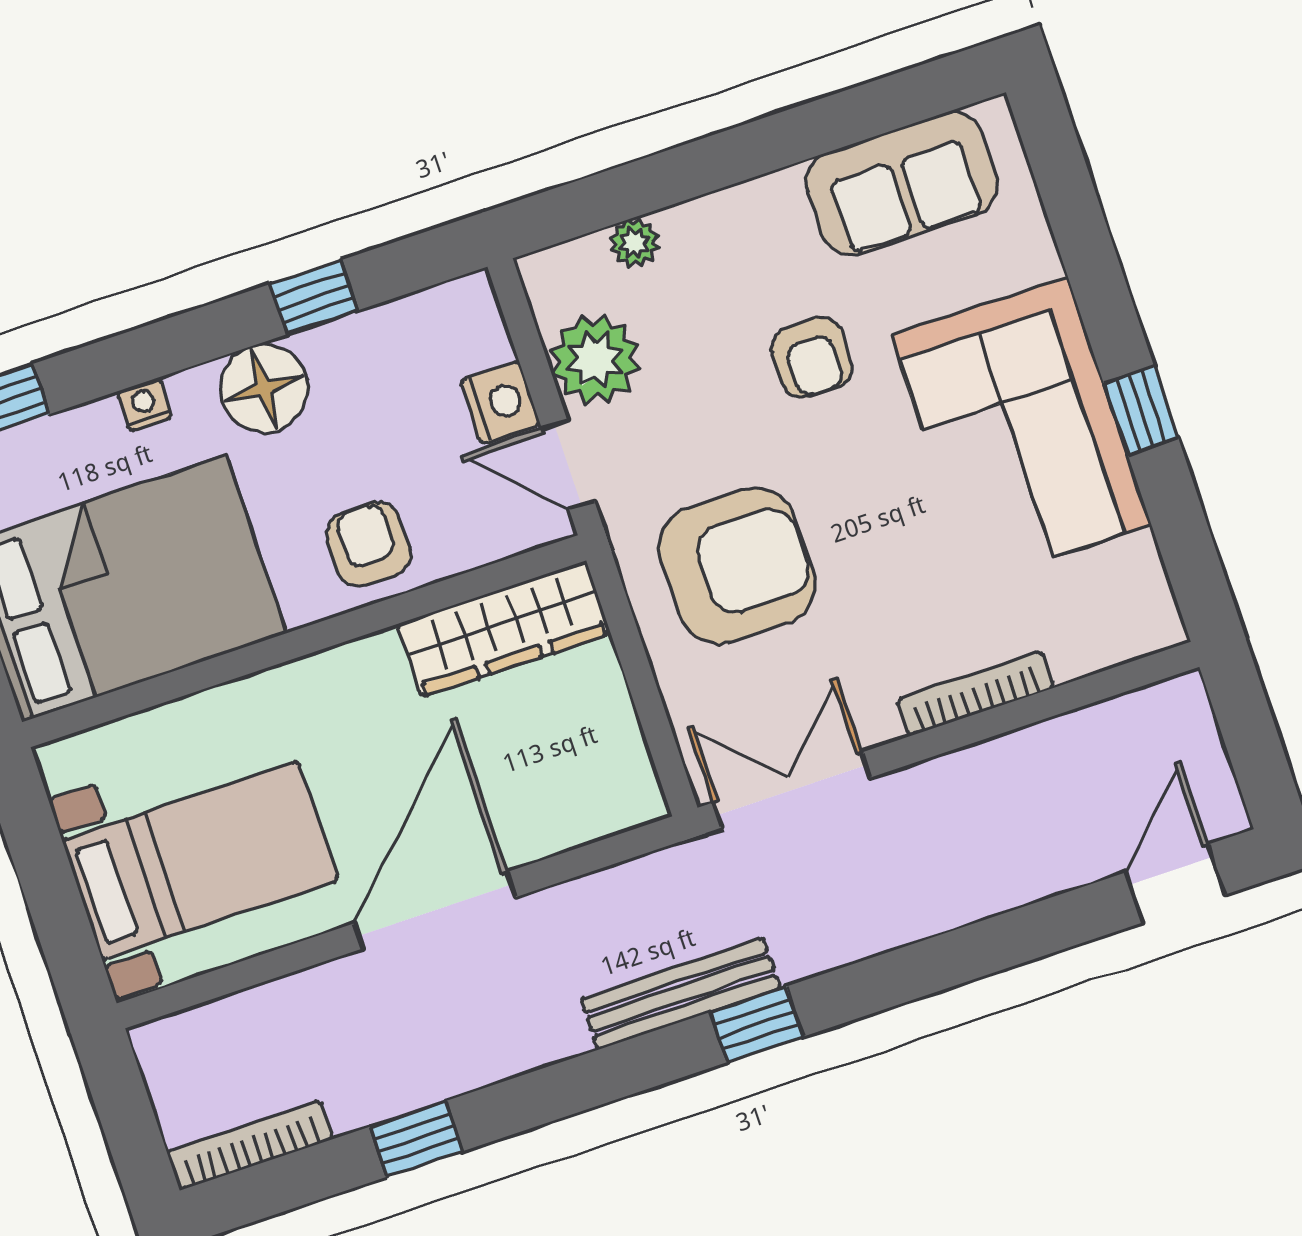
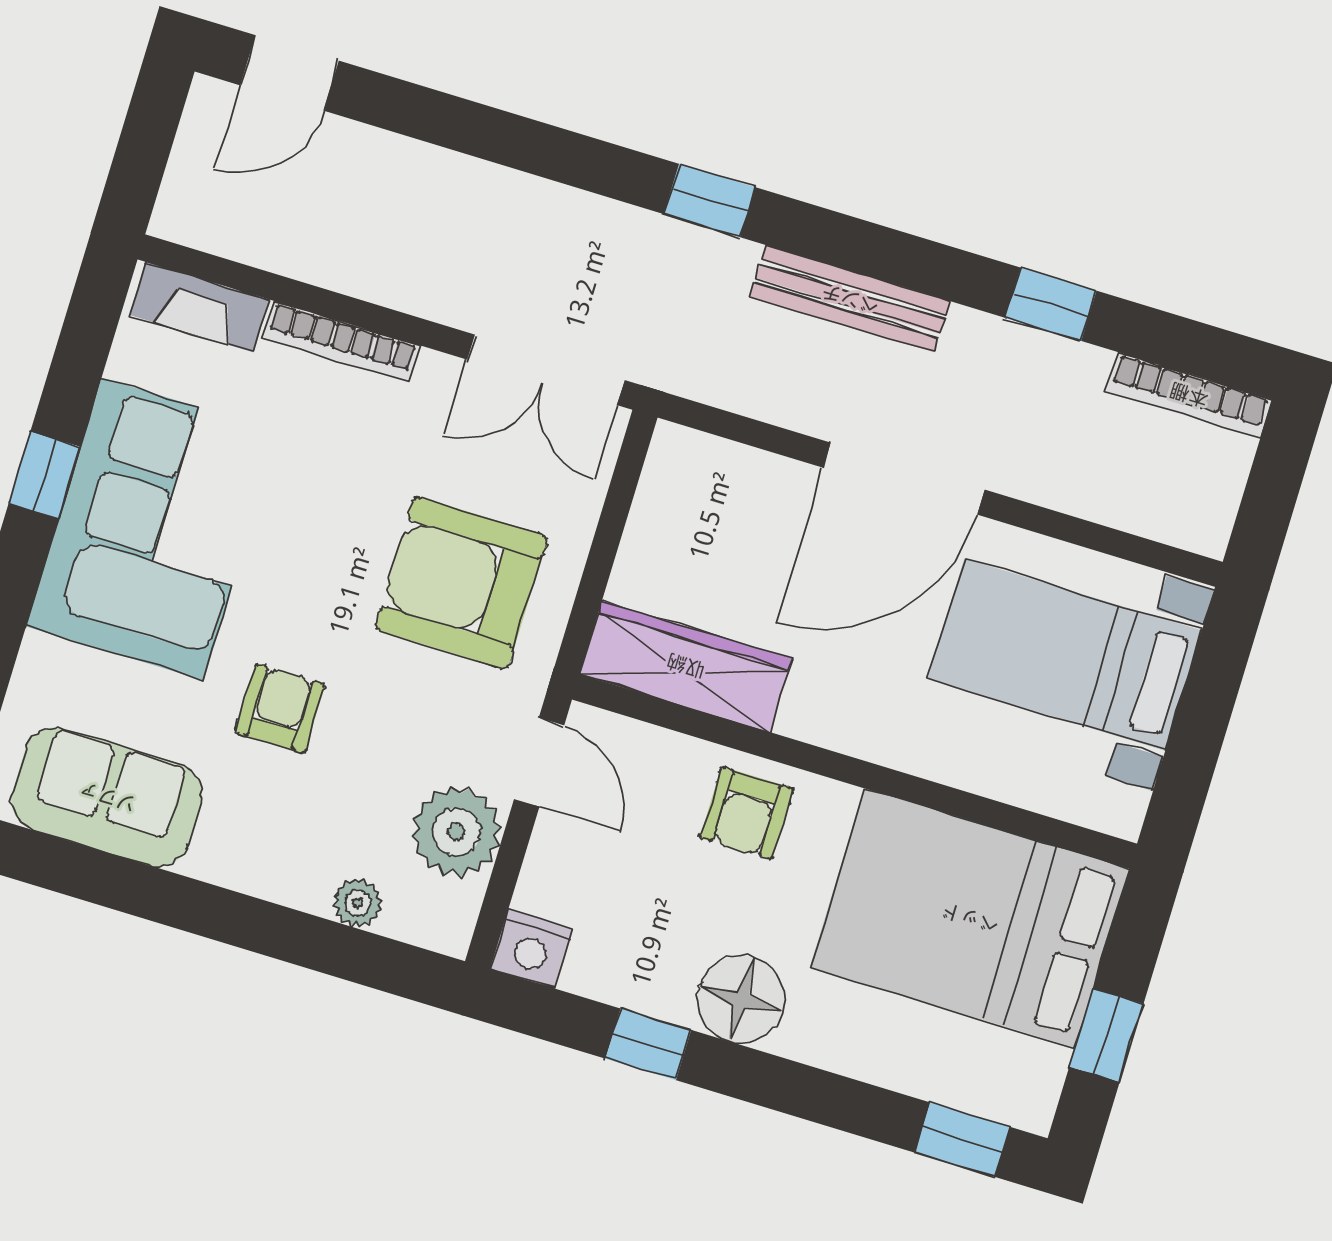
nightstand: (500, 402) -> (532, 949), moved, turned -90
nightstand: (144, 405) -> (847, 1055), removed
fireplace: (1112, 639) -> (199, 307), added
bench: (681, 994) -> (850, 299), moved

